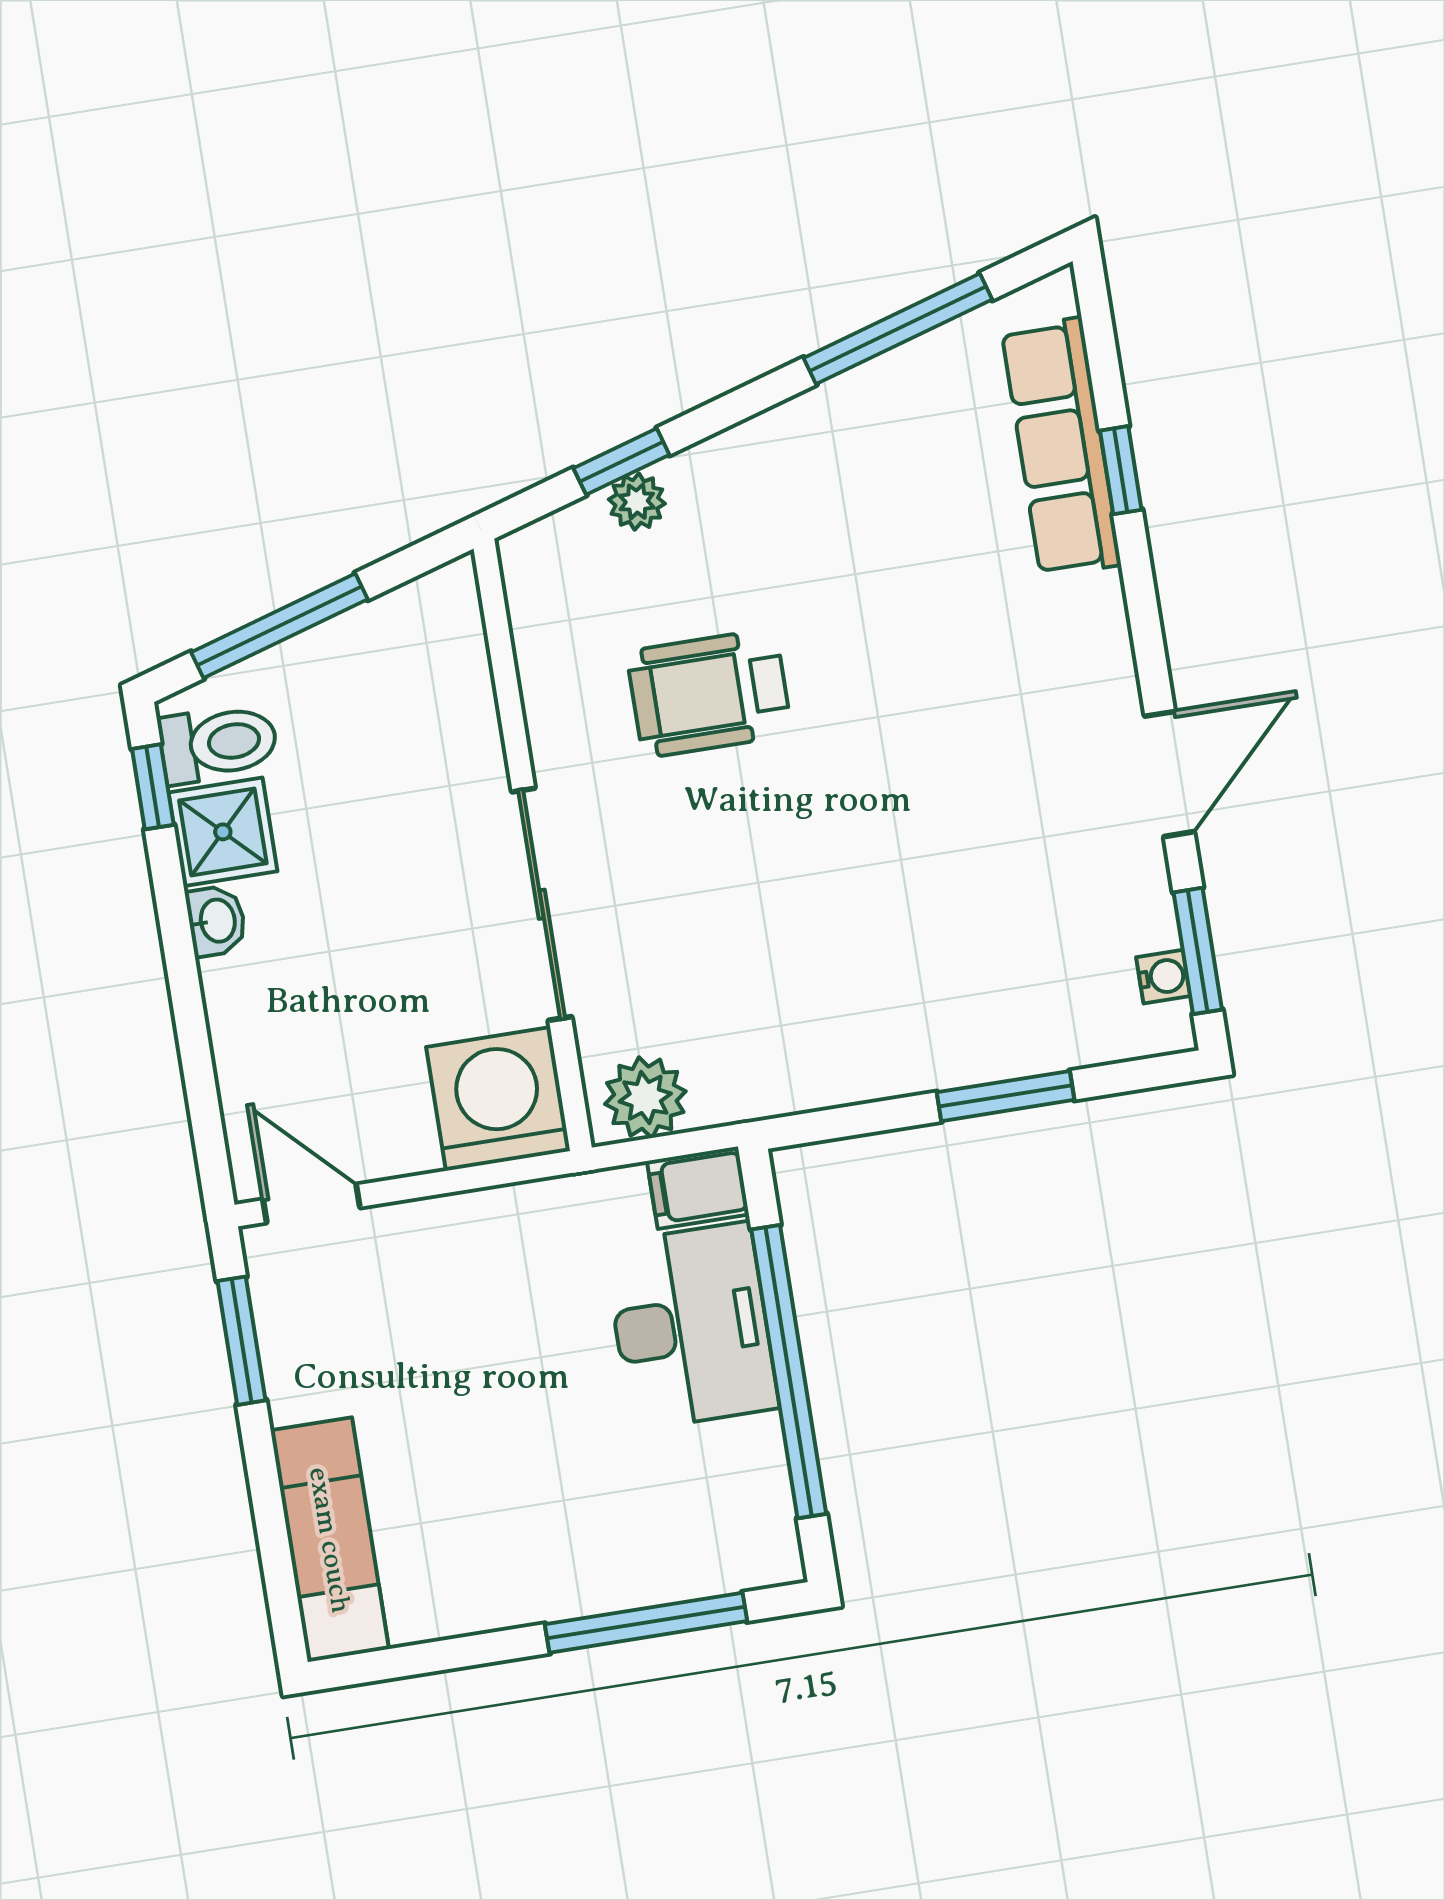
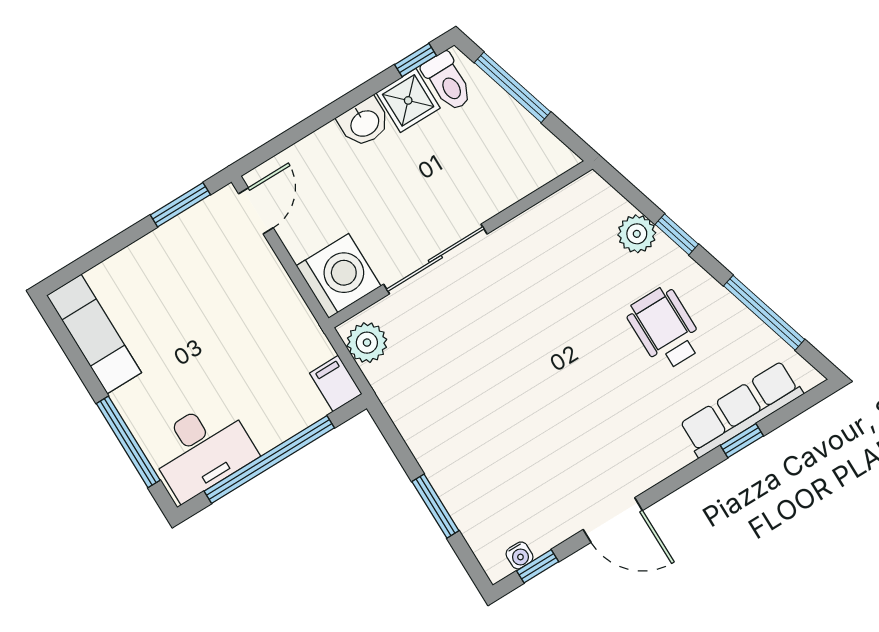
window: (621, 462) -> (677, 234), moved
plant: (637, 502) -> (637, 234), width x1.38, depth x1.38
wheelchair: (709, 693) -> (665, 328), moved
washbasin: (216, 921) -> (364, 123), width x1.38, depth x1.45
window: (1198, 951) -> (538, 566), width x0.67
desk: (691, 1326) -> (202, 449), moved
exam couch: (330, 1540) -> (94, 334), moved, turned -90

